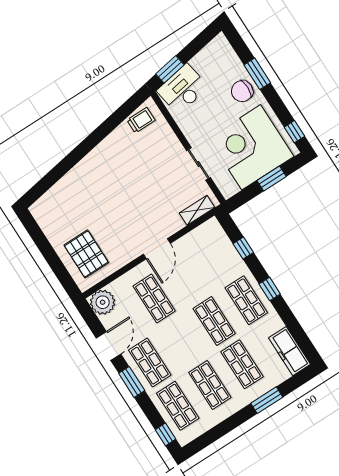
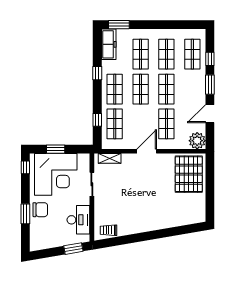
desk: (183, 89) -> (78, 220), moved, turned -80
pallet: (86, 254) -> (189, 174), width x1.37, depth x1.41
shop shelf: (218, 257) -> (115, 124), added
window: (270, 289) -> (97, 73), moved
shop shelf: (150, 363) -> (166, 89), moved
window: (267, 400) -> (119, 25), moved
window: (166, 434) -> (210, 59), moved

